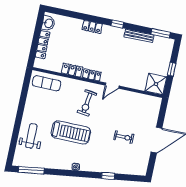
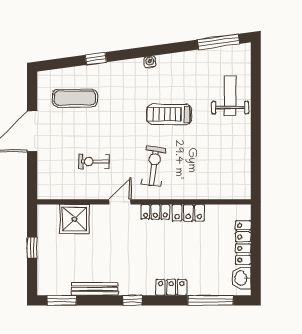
window: (70, 14) -> (210, 300), added
exercise mat: (47, 83) -> (75, 98), moved
shower: (156, 84) -> (74, 219), moved
treadmill: (71, 132) -> (169, 114), width x0.73, depth x0.73
weight bench: (31, 136) -> (230, 96), turned 180
exercise bike: (124, 137) -> (94, 161), moved

